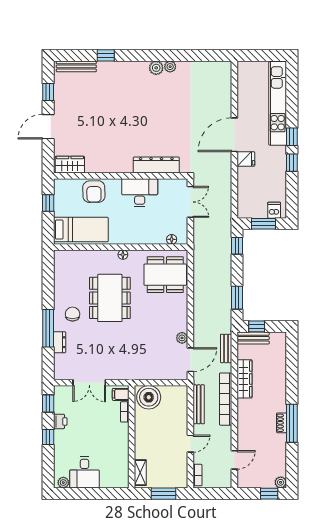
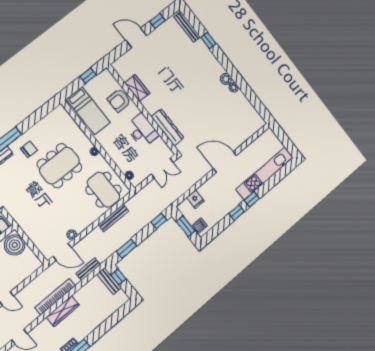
fridge: (246, 159) -> (195, 199), moved
wardrobe: (70, 165) -> (137, 88), moved
wardrobe: (244, 379) -> (63, 311), moved
bench: (199, 404) -> (113, 218), moved

